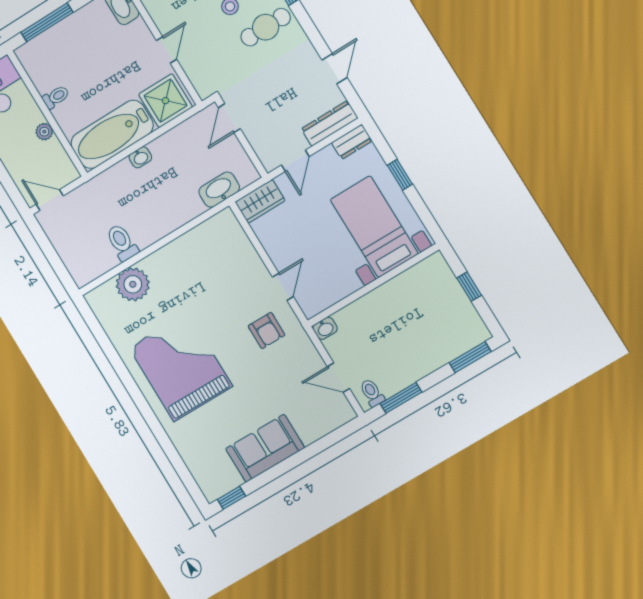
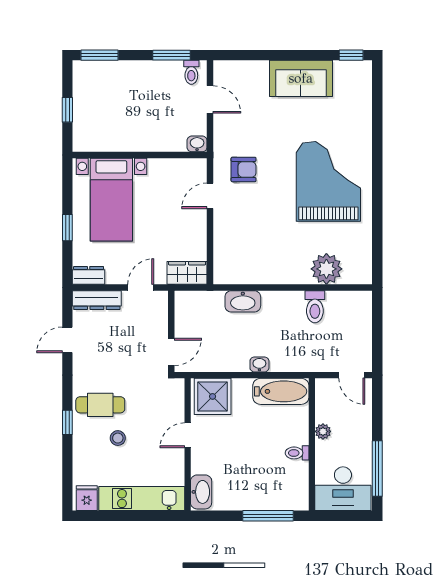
bathtub: (112, 134) -> (281, 391), width x0.73, depth x0.73
washbasin: (219, 190) -> (243, 301), moved
armchair: (267, 330) -> (244, 169), turned 90
grand piano: (181, 367) -> (328, 181), turned 180

